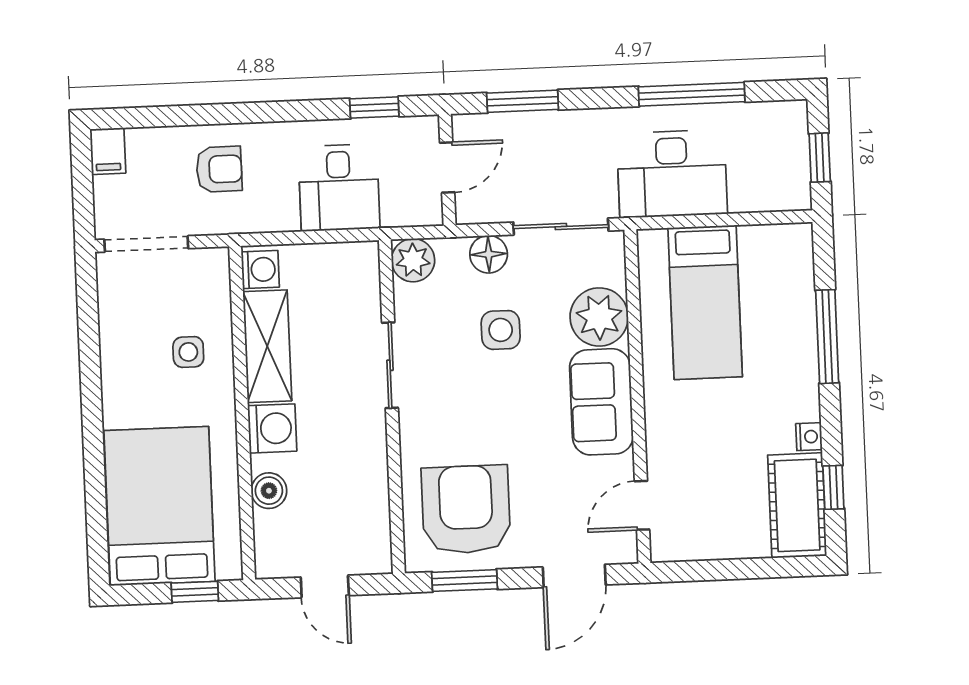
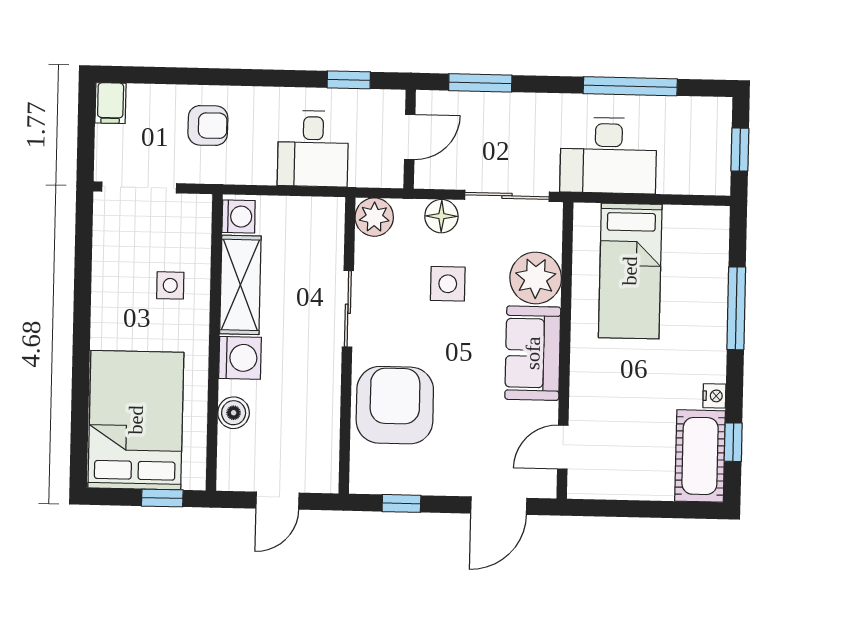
armchair: (466, 509) -> (395, 405), moved
window: (465, 581) -> (401, 503), width x0.67
door: (325, 586) -> (277, 501), hinge flipped

